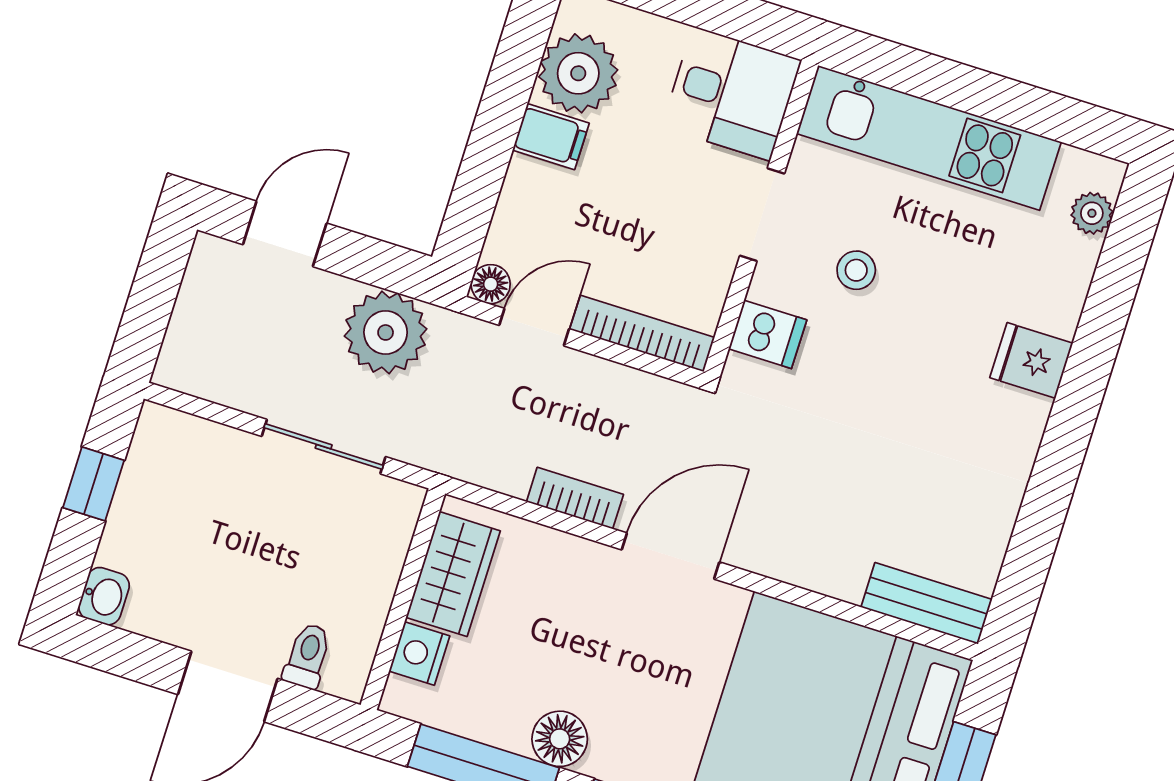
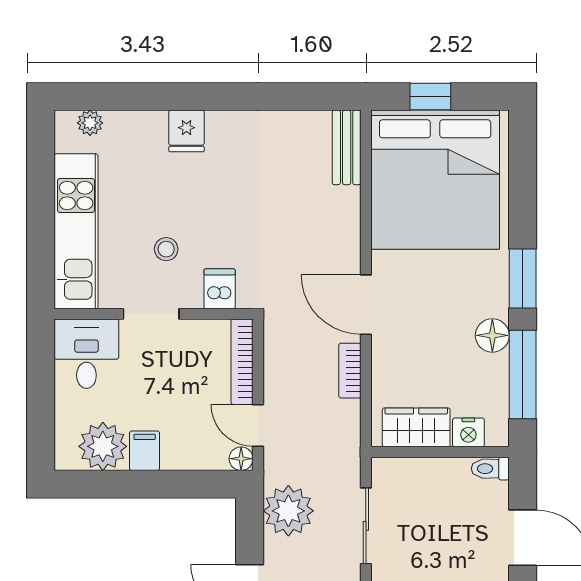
toilet: (307, 656) -> (490, 469), moved

